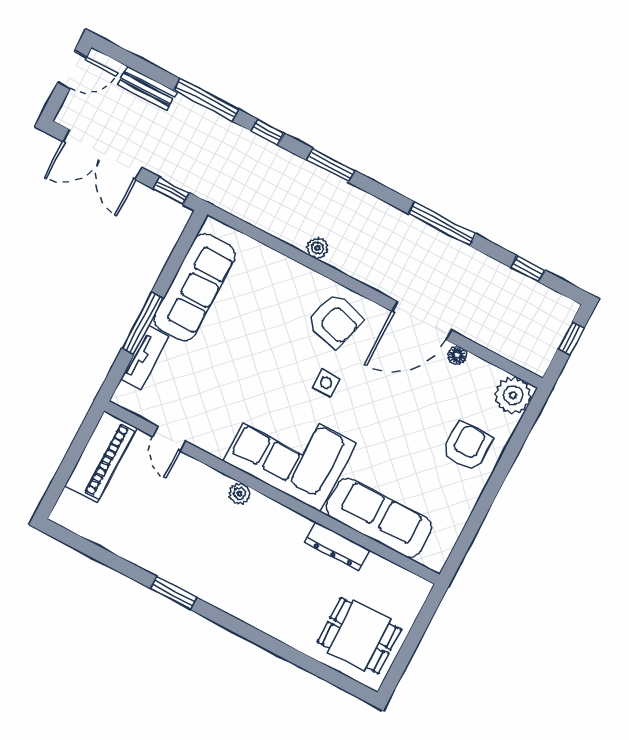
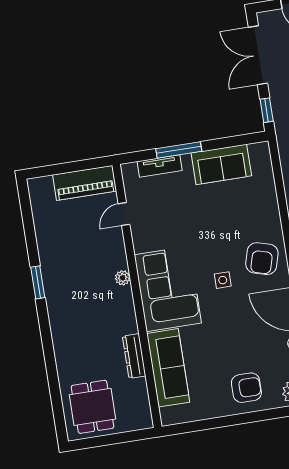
sofa: (195, 287) -> (221, 164), width x0.73

